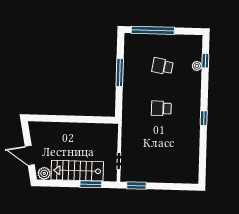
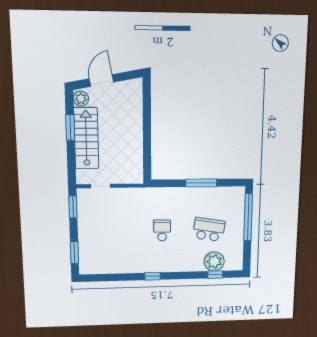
school desk: (163, 66) -> (209, 230), width x1.85
plant: (197, 66) -> (214, 262), width x1.88, depth x1.88
window: (91, 184) -> (70, 127), moved
window: (178, 187) -> (74, 253), added

